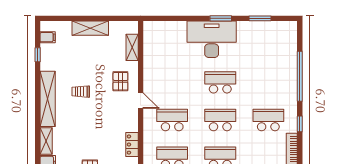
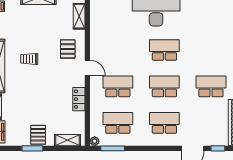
locker: (132, 145) -> (79, 99), moved

